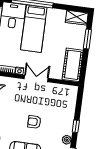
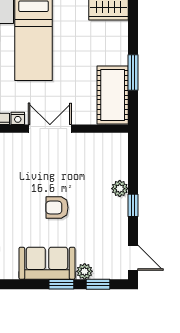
window: (87, 39) -> (133, 72), moved
plant: (67, 140) -> (120, 189), moved

